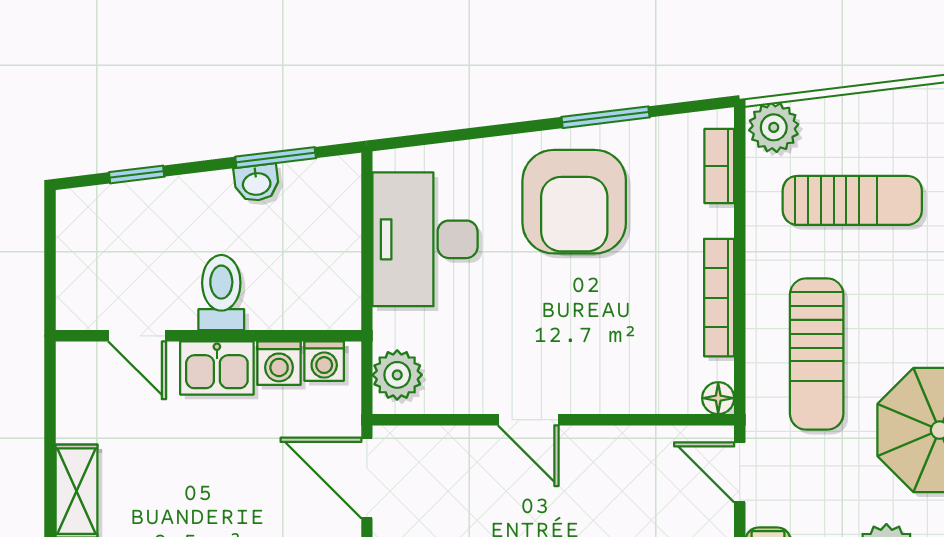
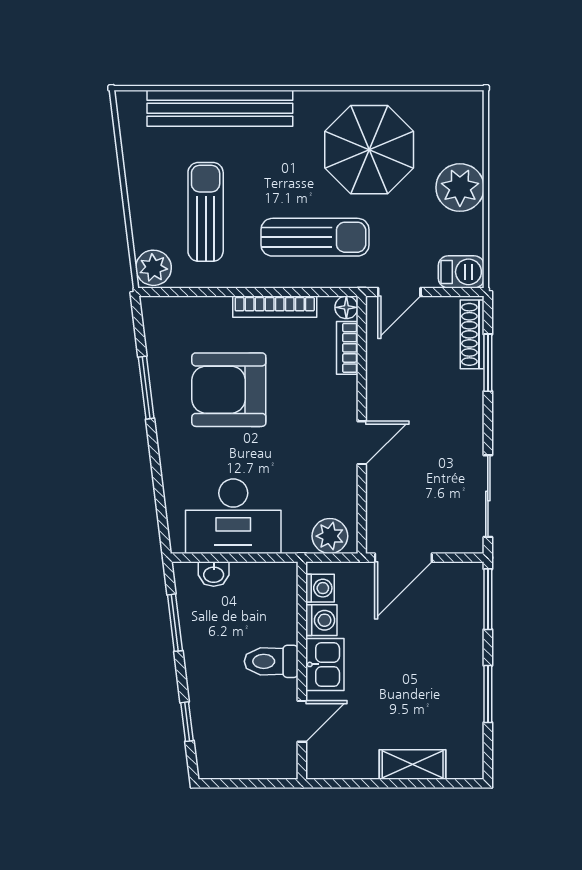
bookcase: (719, 166) -> (347, 348), moved, turned 90
washbasin: (257, 183) -> (214, 574), moved, turned 97
armchair: (574, 202) -> (229, 390), moved, turned 180

